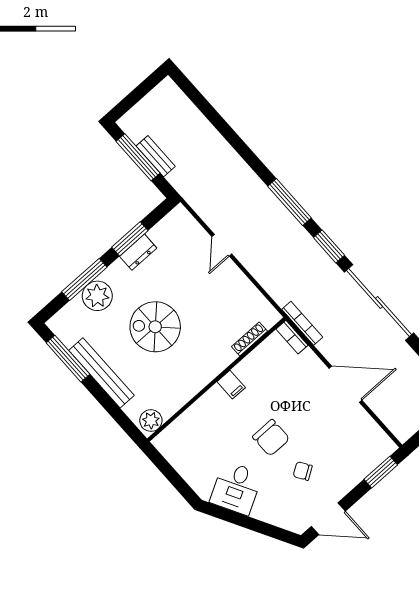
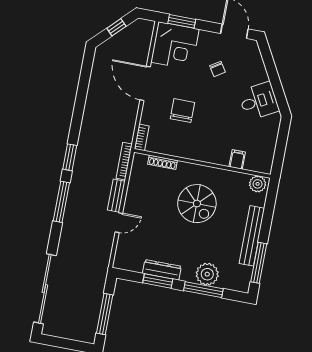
bench: (156, 156) -> (116, 196), moved
dresser: (138, 252) -> (162, 270), width x1.44
sliding door: (379, 303) -> (45, 289), moved
bookcase: (302, 323) -> (124, 161), moved
spiral stairs: (155, 327) -> (197, 204), moved
filing cabinet: (231, 385) -> (237, 159), moved
chair: (271, 438) -> (182, 111), moved
corner desk: (361, 445) -> (175, 46), added

